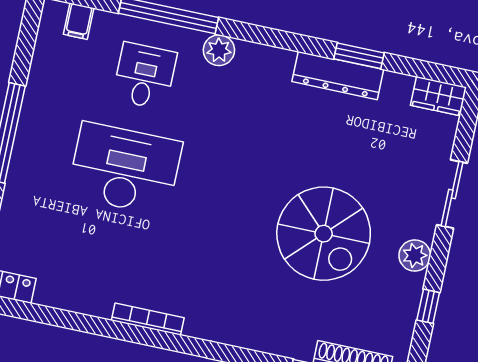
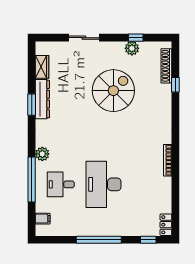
window: (359, 56) -> (32, 105), moved
wardrobe: (438, 96) -> (42, 67), moved
plant: (415, 255) -> (132, 48), moved

